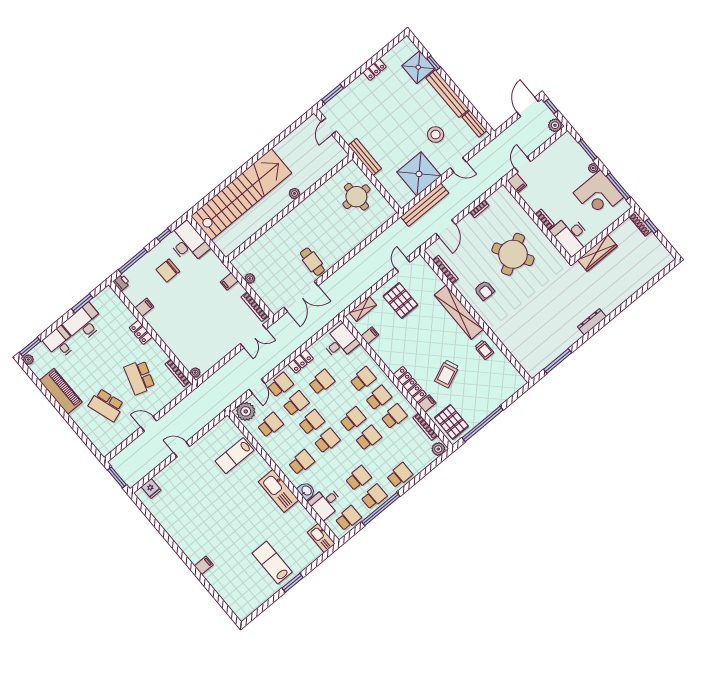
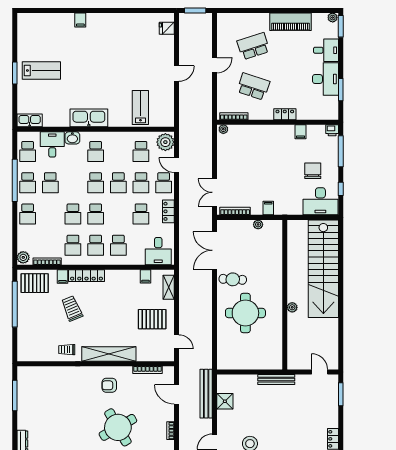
shower: (419, 174) -> (225, 401), width x0.54, depth x0.54
round table: (356, 197) -> (245, 313), moved, width x1.36, depth x1.36

